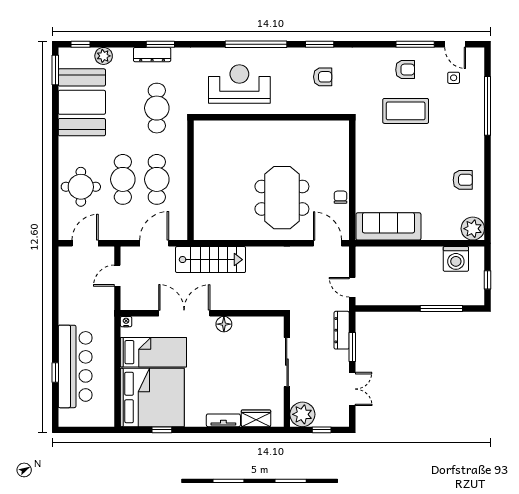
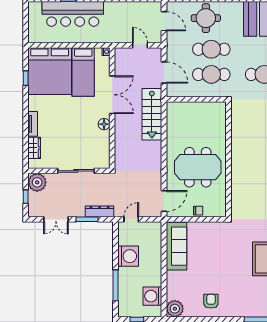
wall: (271, 117) -> (229, 159), moved
armchair: (463, 180) -> (211, 301), turned 180
washing machine: (402, 292) -> (128, 256), added

